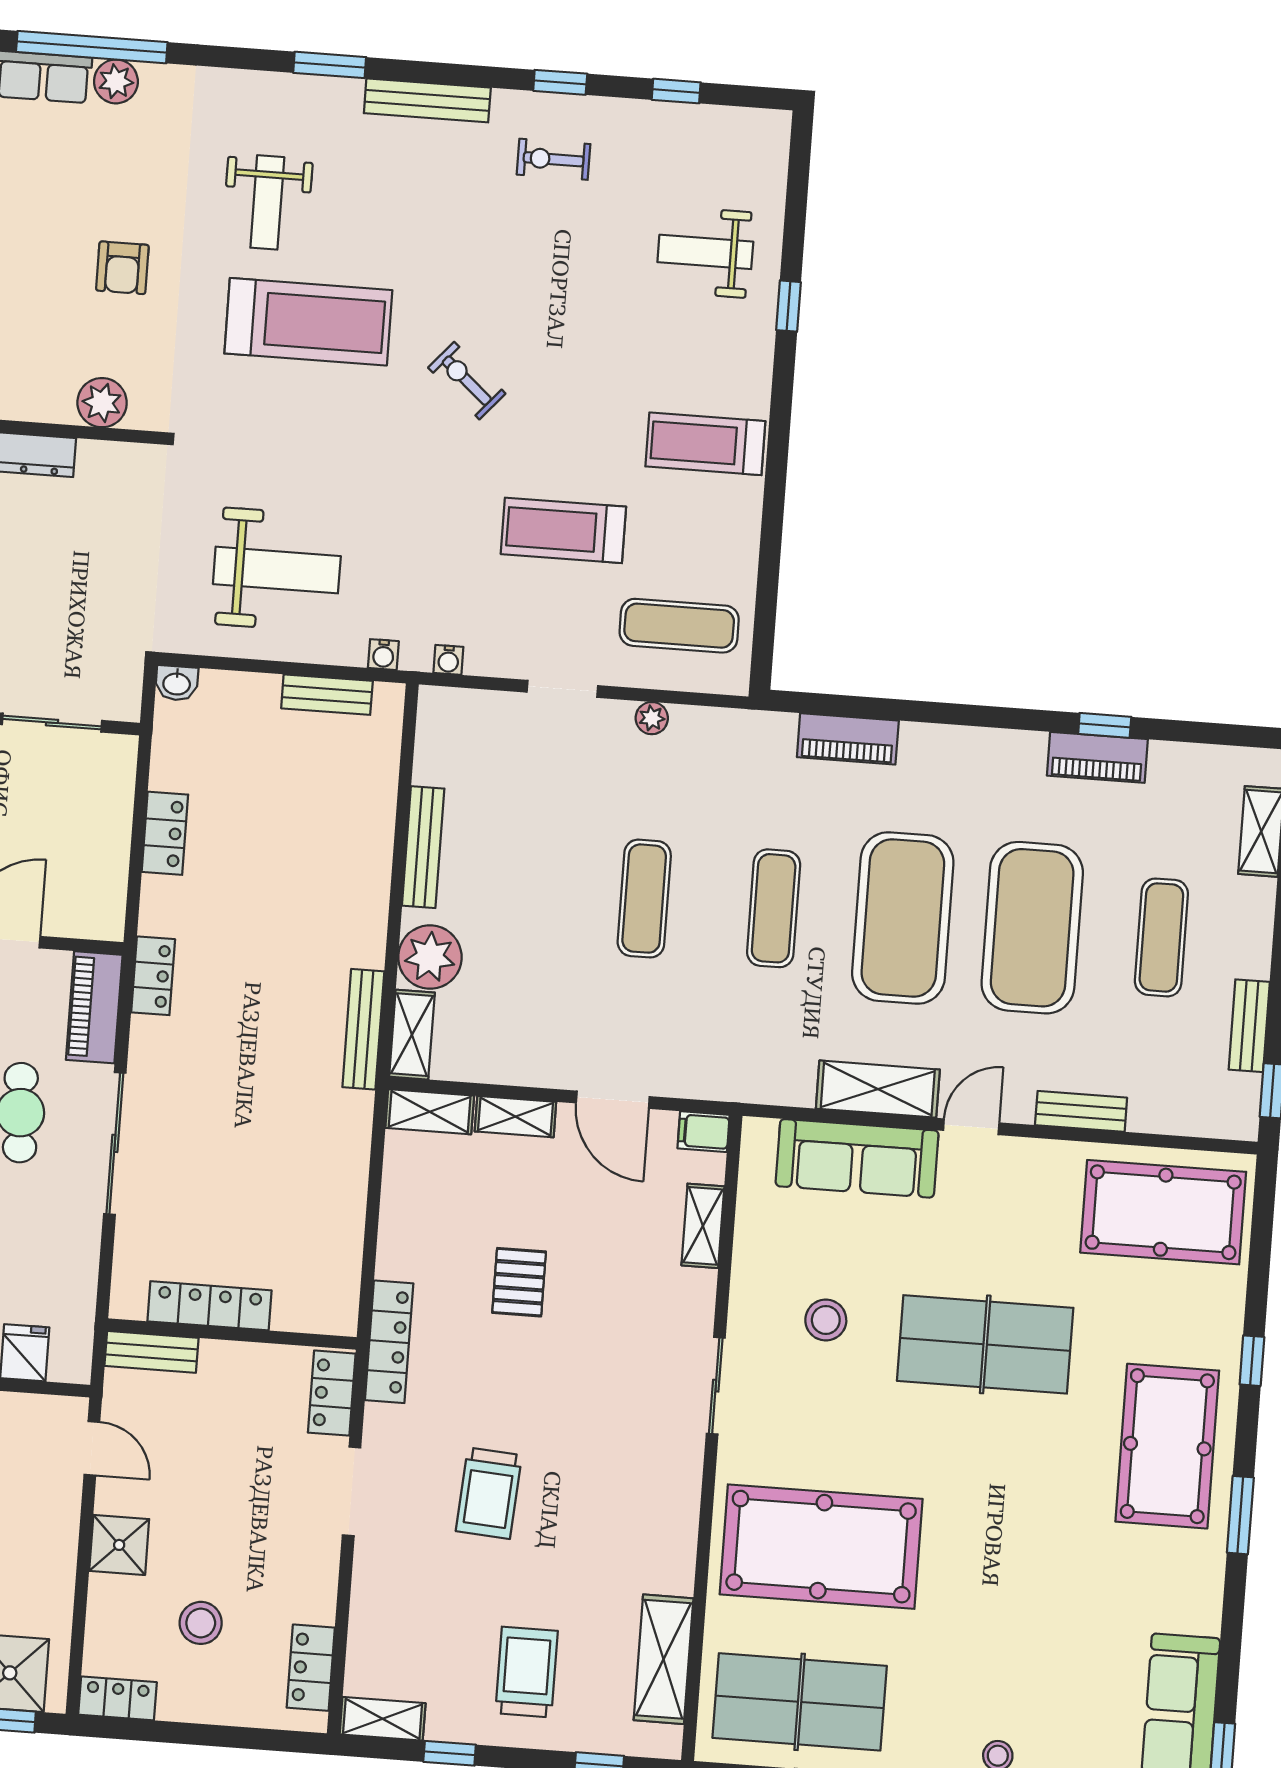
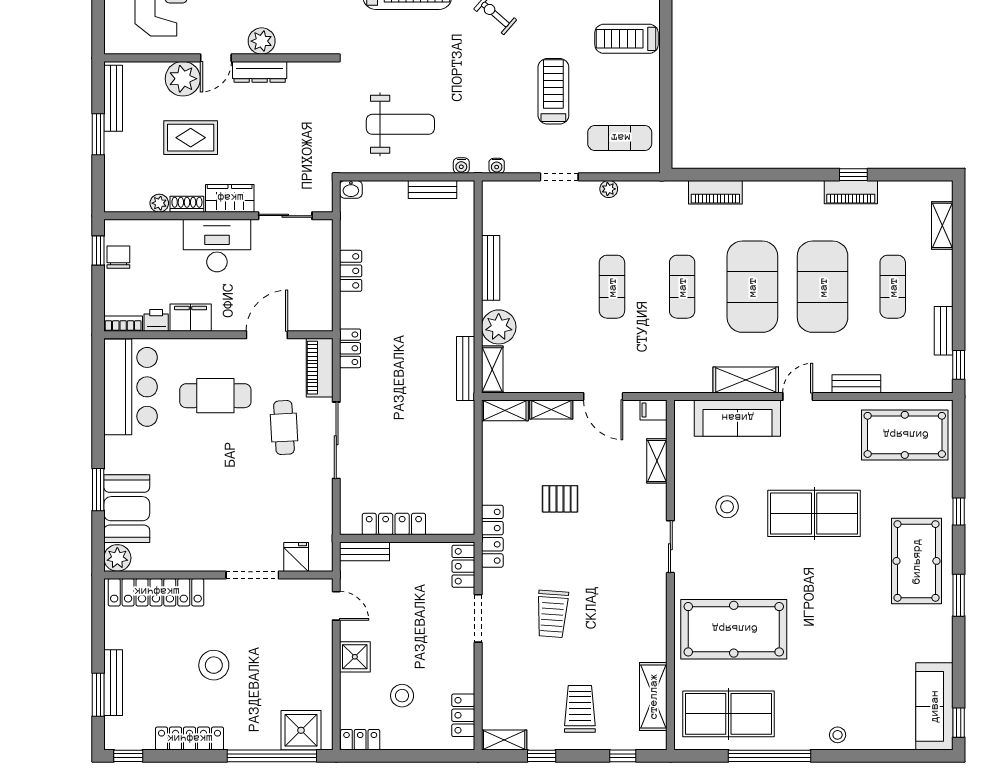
plant: (102, 403) -> (262, 41), moved
treadmill: (563, 530) -> (553, 91), turned 90
pallet: (519, 1282) -> (560, 499), turned 90

